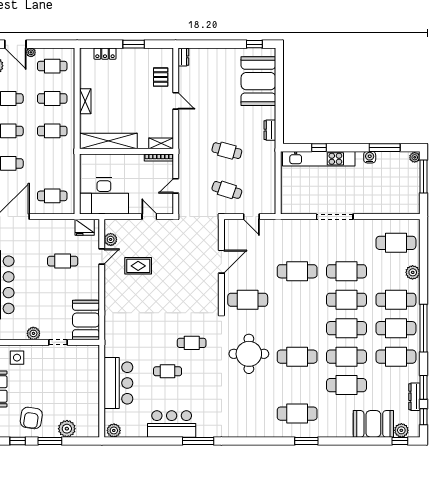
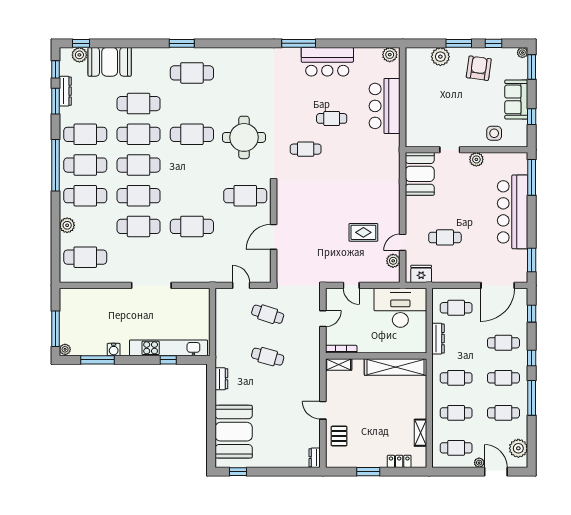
shelving: (85, 101) -> (420, 433), moved
dresser: (69, 167) -> (438, 339), added

